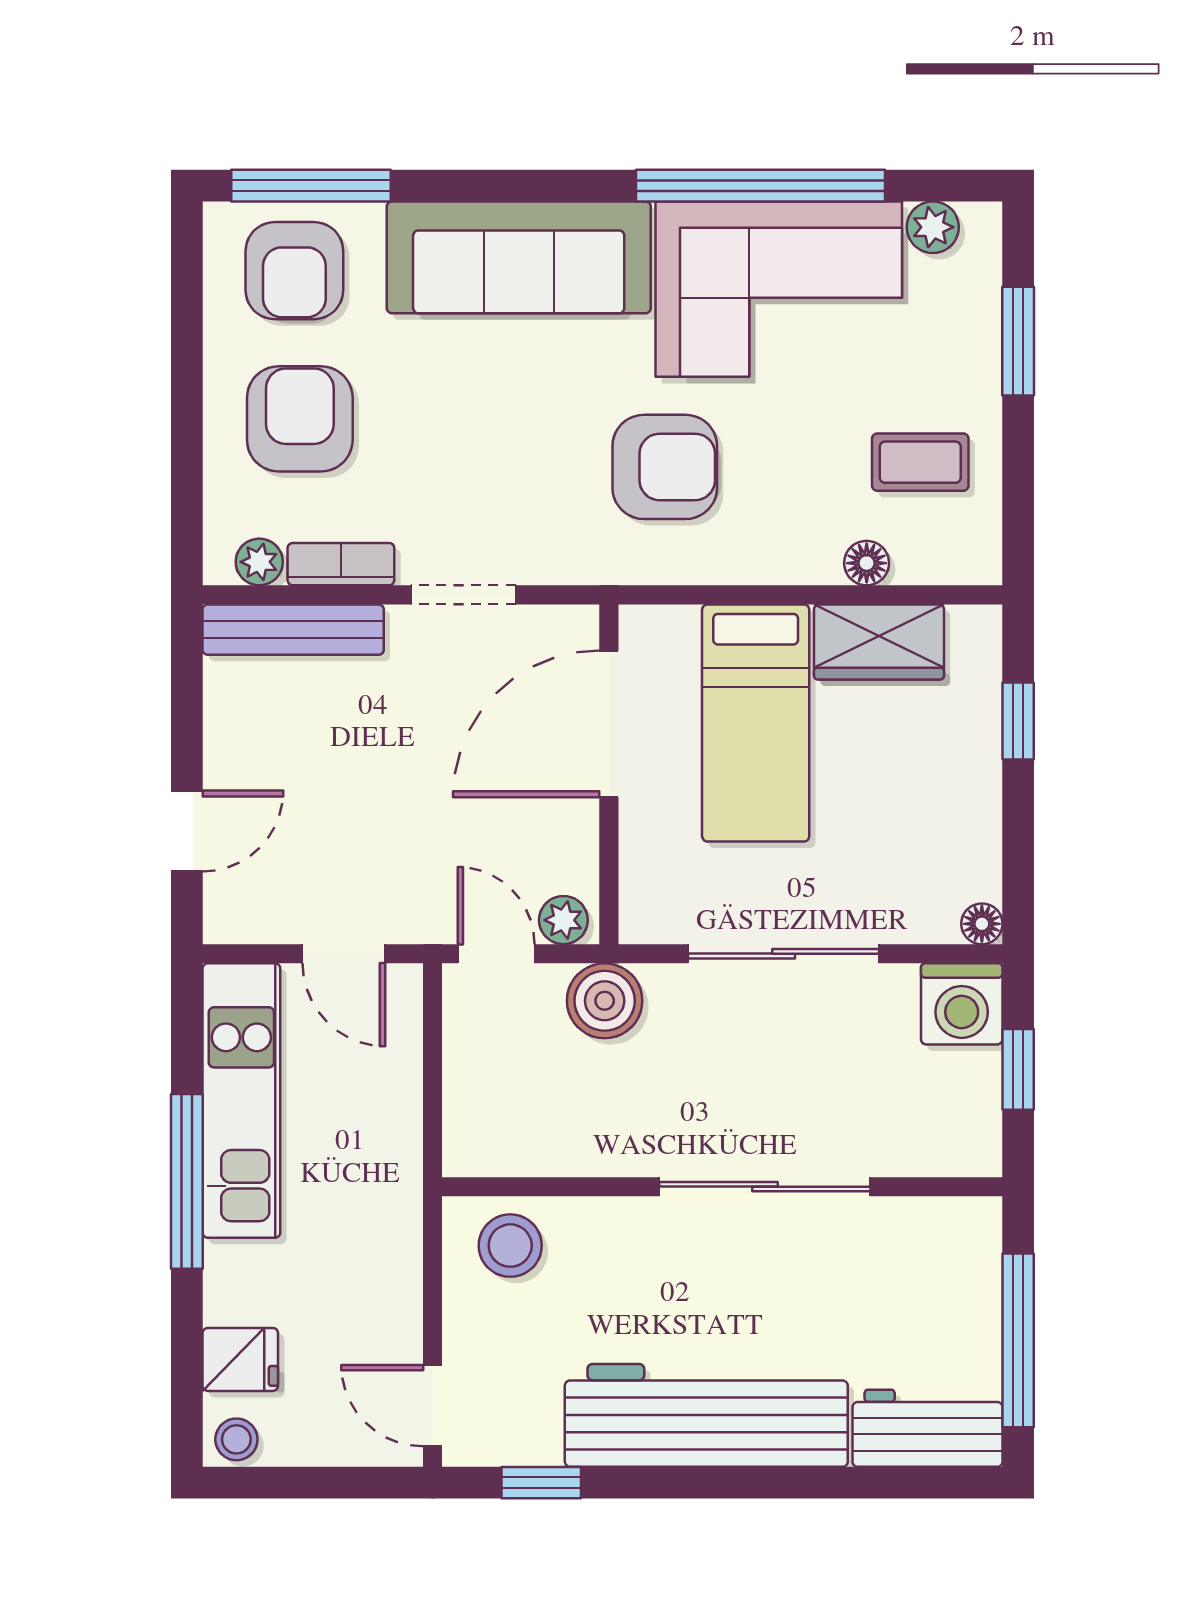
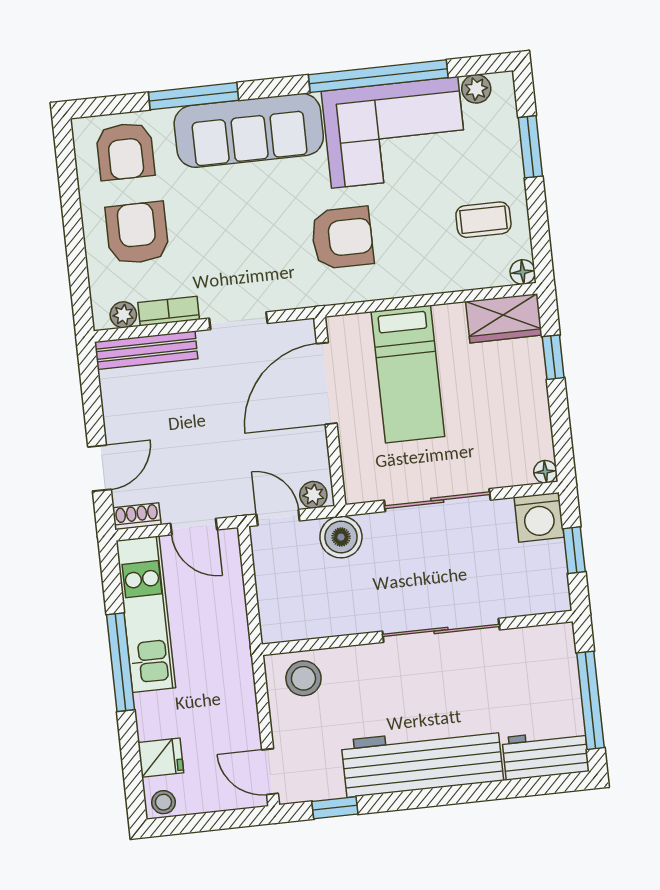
window: (311, 186) -> (194, 96), moved
floor lamp: (867, 563) -> (523, 272), moved
wardrobe: (879, 642) -> (504, 318), moved
shoe rack: (244, 924) -> (137, 516), added

